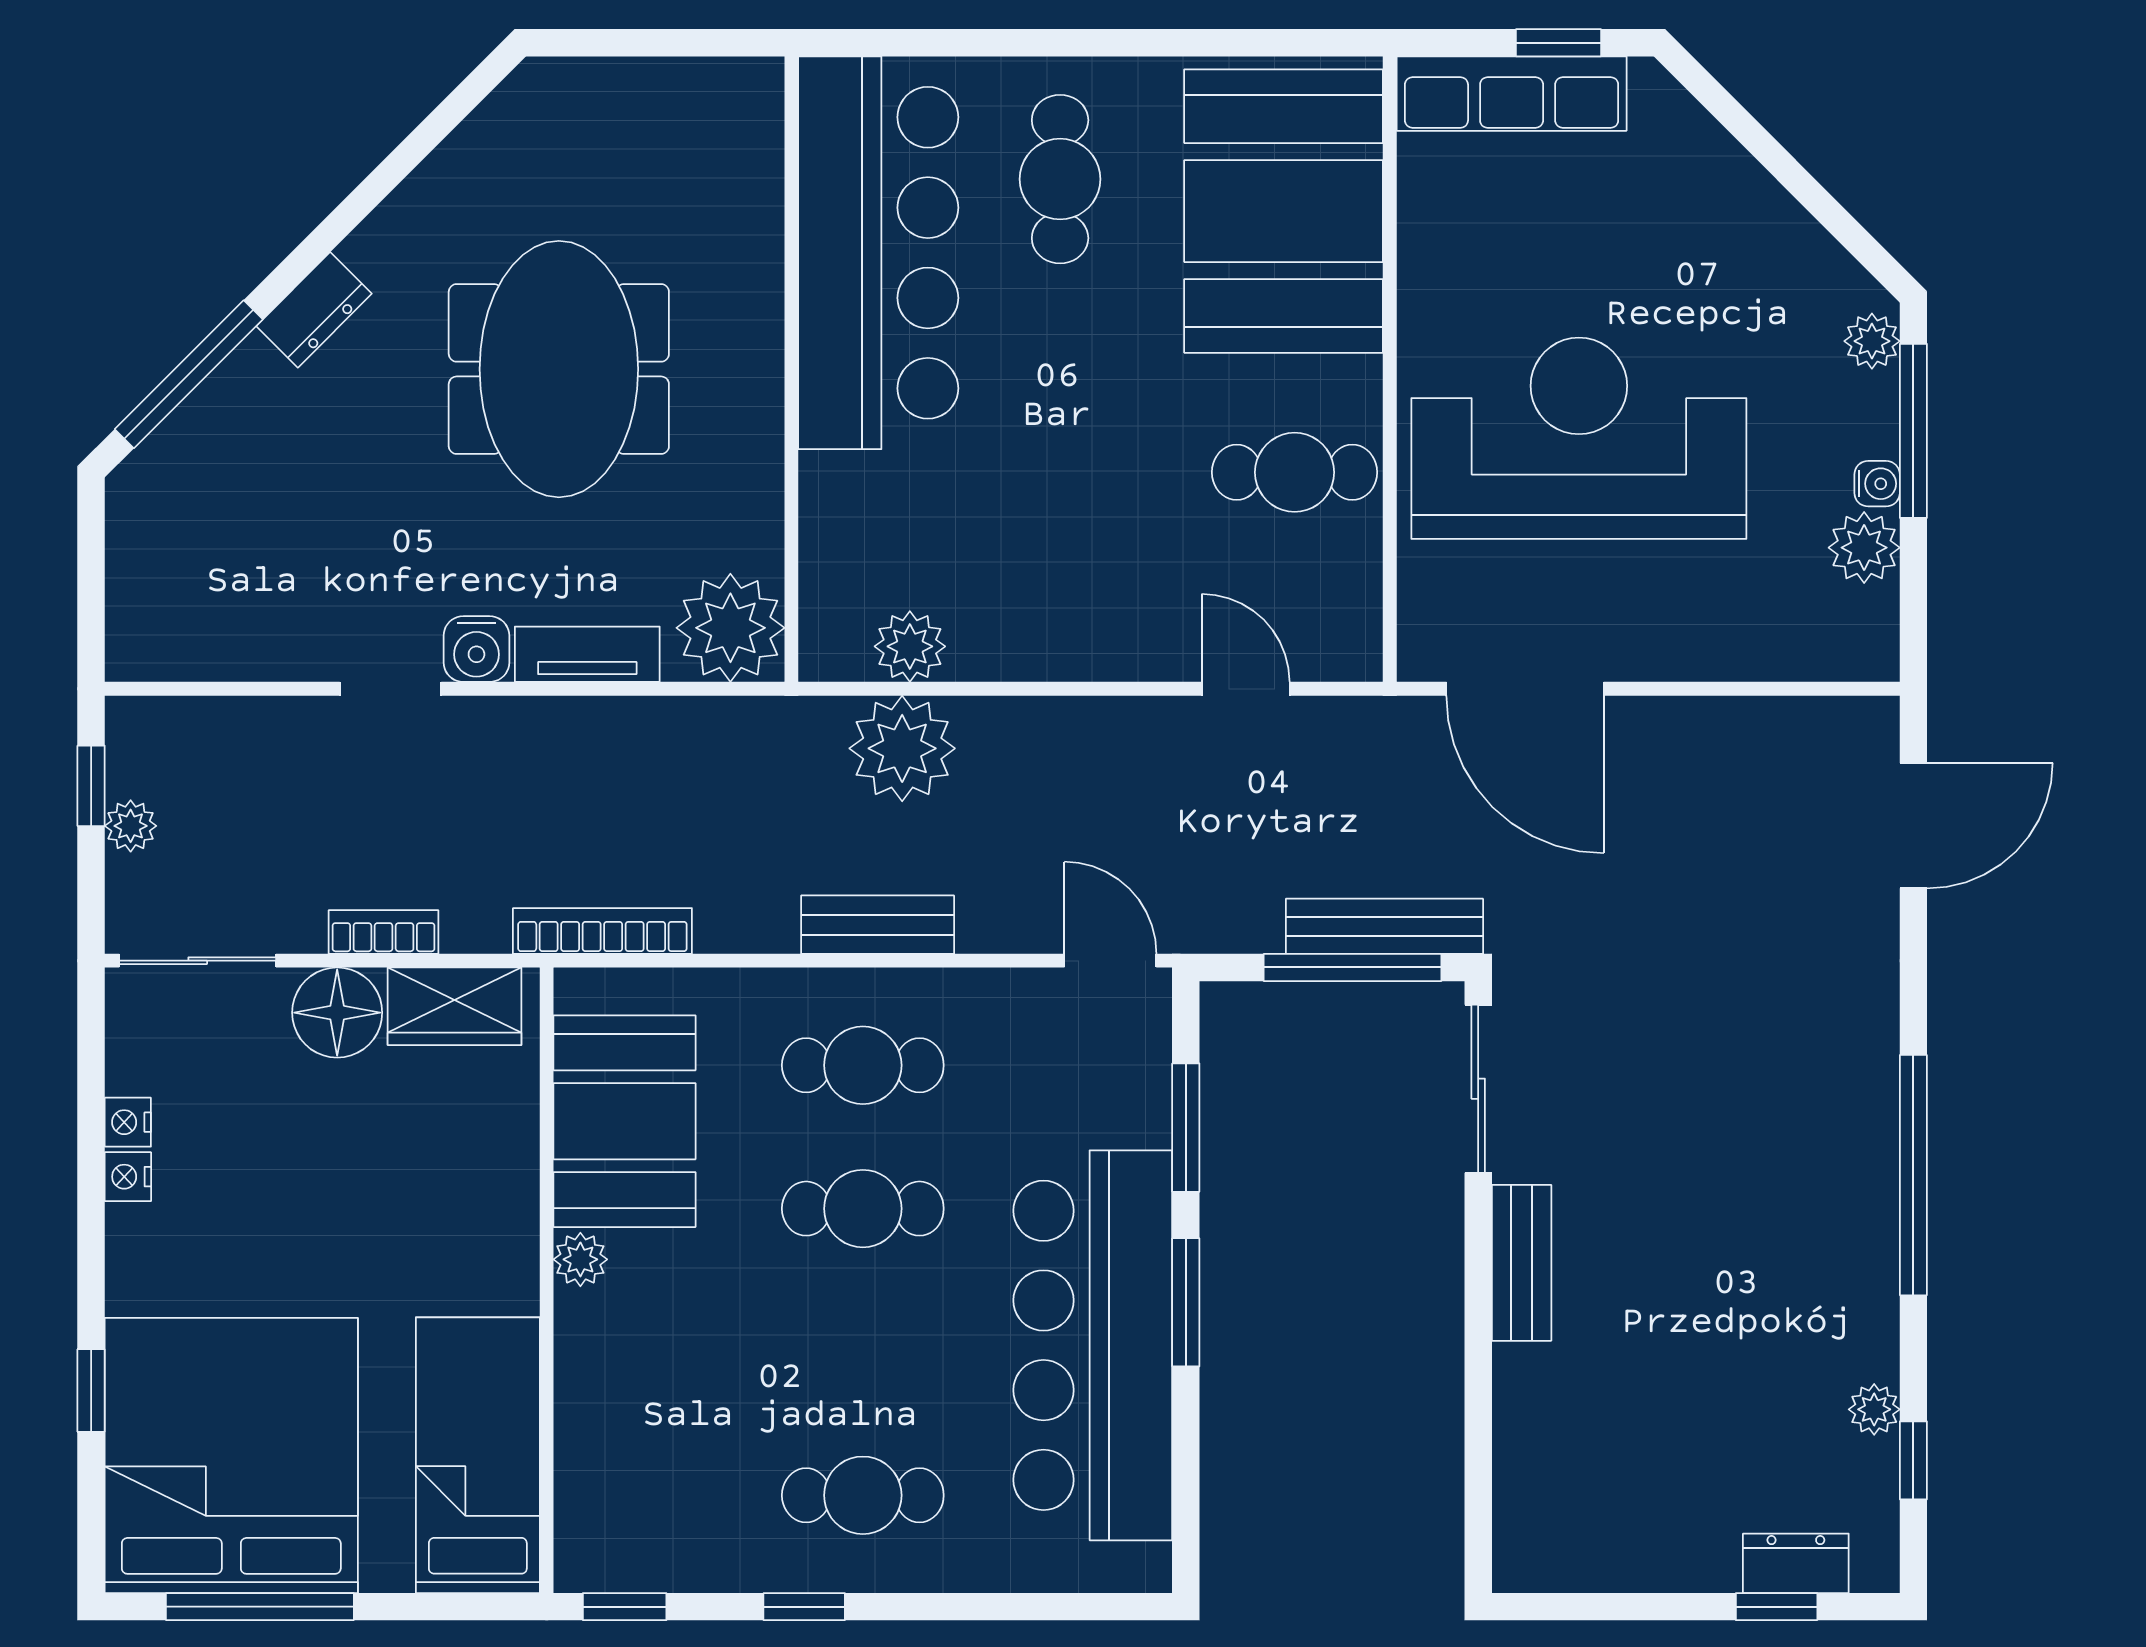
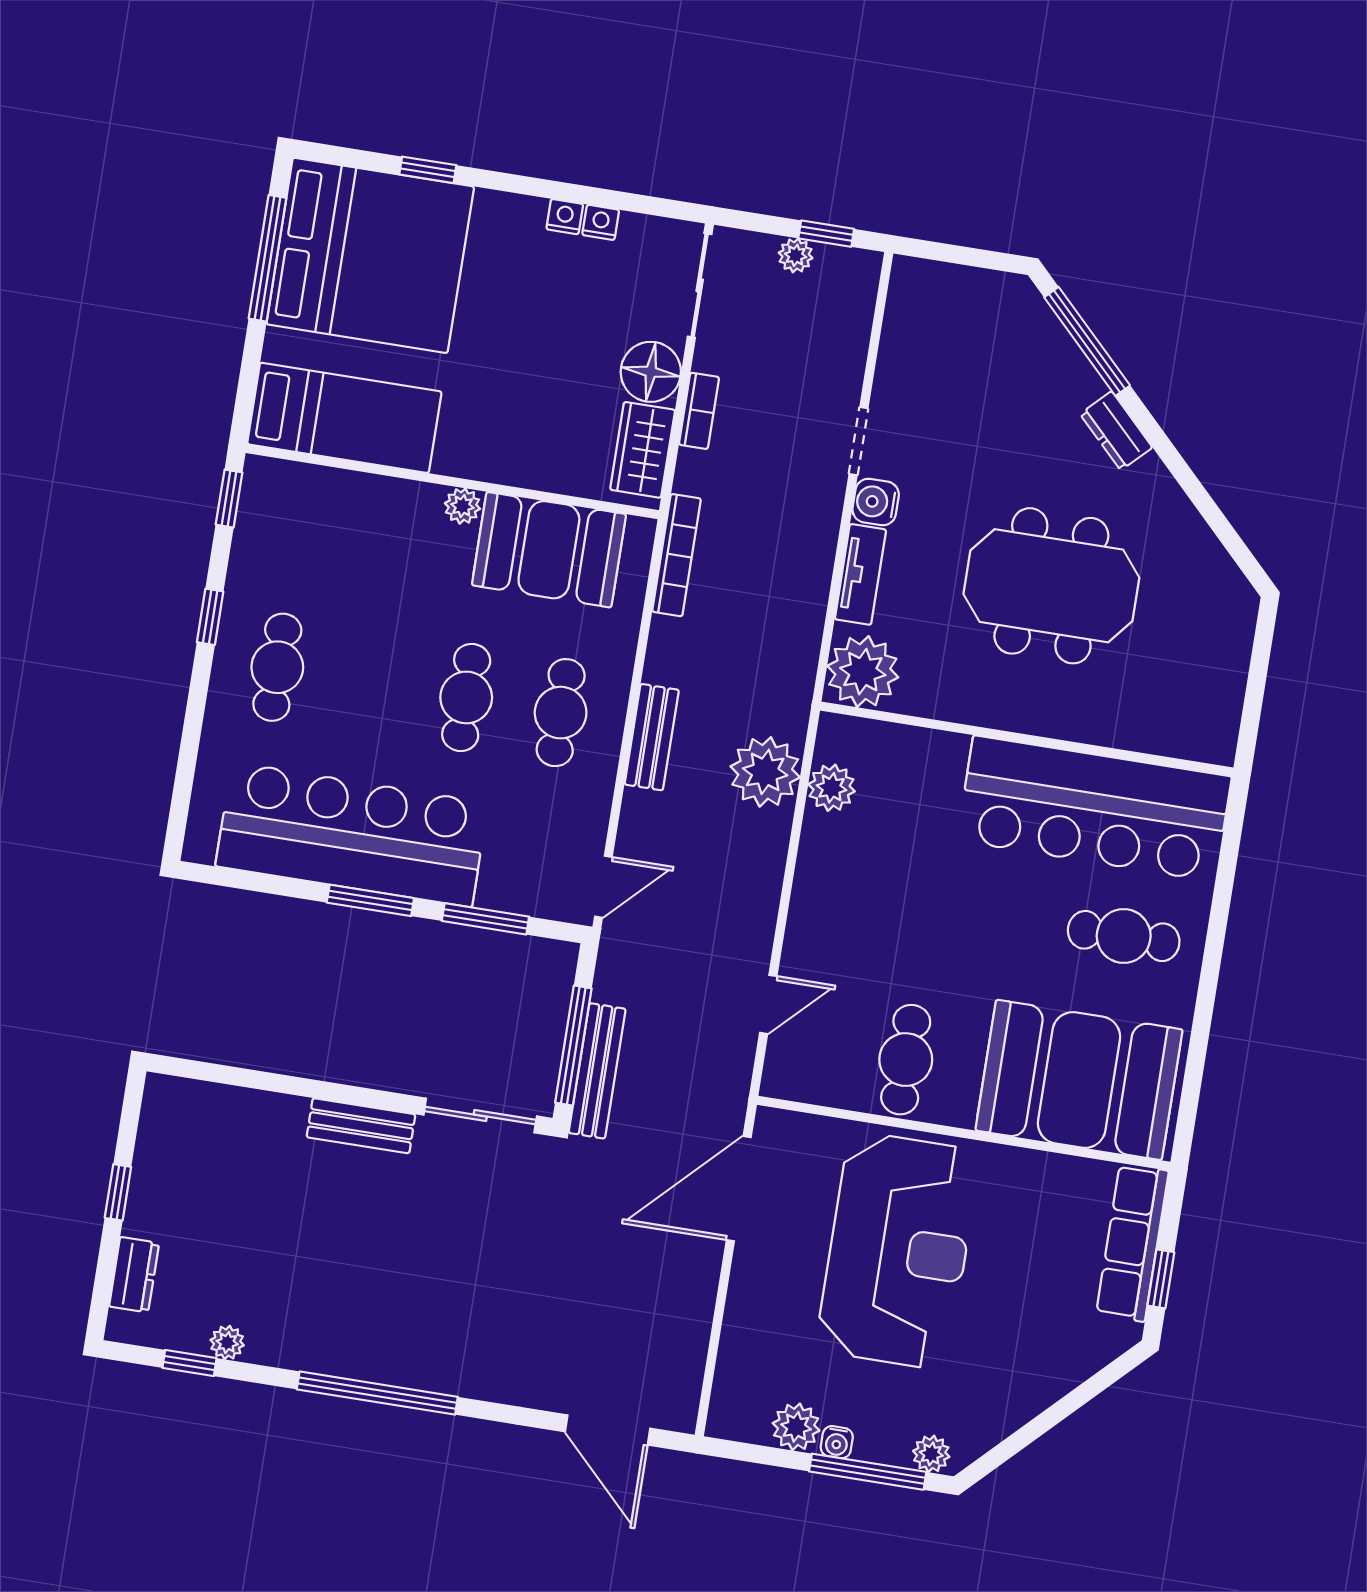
window: (1777, 1607) -> (118, 1192), moved

